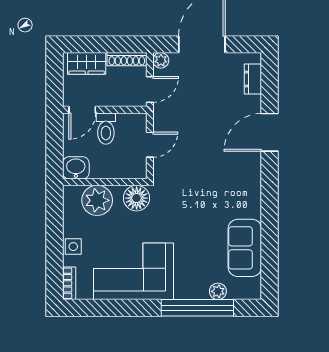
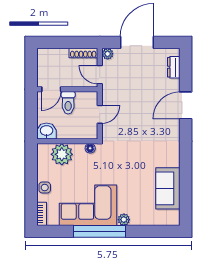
wardrobe: (87, 63) -> (54, 56), removed
door: (150, 89) -> (100, 75), swing flipped
floor lamp: (137, 198) -> (90, 148), width x0.53, depth x0.53
plant: (218, 291) -> (124, 220), moved
window: (197, 308) -> (99, 231), moved

